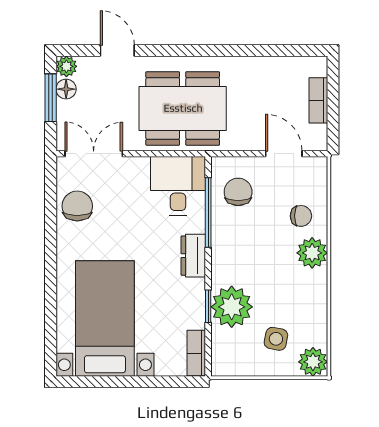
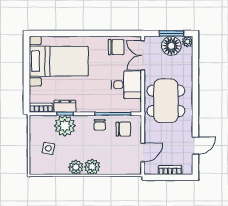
door: (117, 51) -> (195, 146), moved
floor lamp: (66, 89) -> (171, 46), width x1.89, depth x1.89
double door: (94, 154) -> (143, 55), swing flipped
desk: (178, 186) -> (126, 85), moved
chair: (301, 216) -> (100, 125), moved
dresser: (193, 256) -> (65, 106), moved
plant: (313, 362) -> (76, 167), moved

